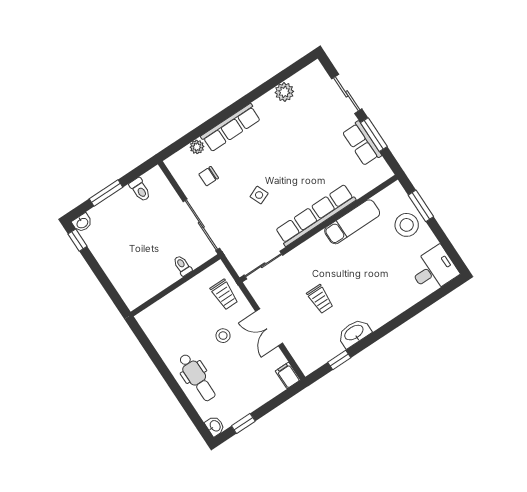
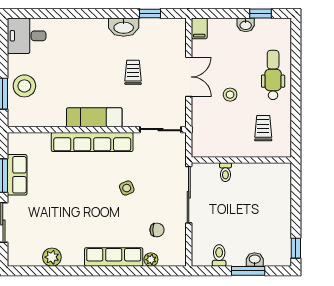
exam couch: (352, 222) -> (94, 117), moved
washbasin: (82, 223) -> (255, 260), moved
trolley: (224, 294) -> (263, 128), moved
washbasin: (215, 426) -> (246, 25), moved, turned -90

